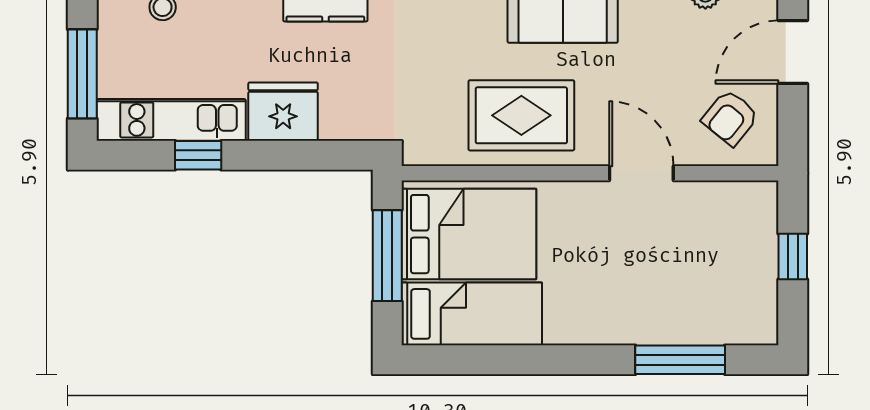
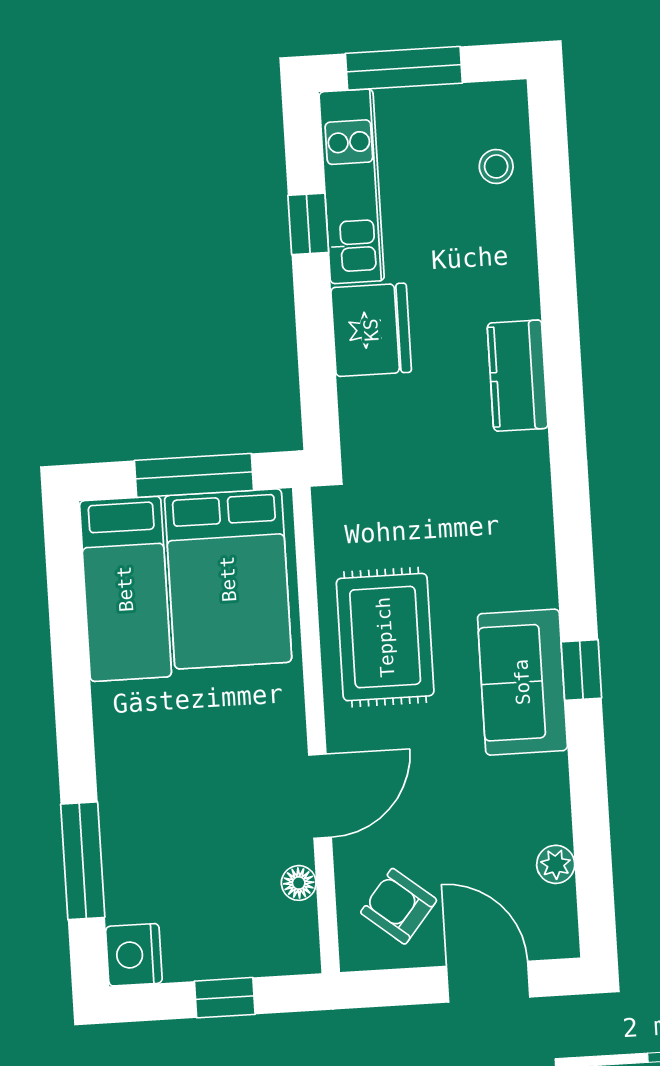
floor lamp: (708, 194) -> (299, 883), added
nightstand: (755, 325) -> (134, 955), added

